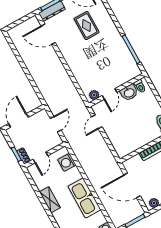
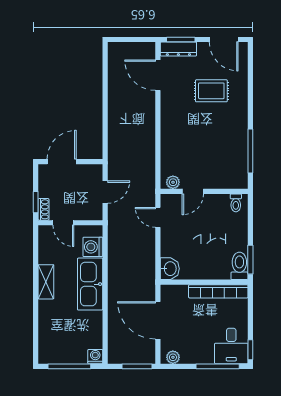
rug: (87, 26) -> (211, 91), turned 90
washbasin: (129, 93) -> (170, 269), moved, turned -90
door: (97, 122) -> (158, 217), hinge flipped
door: (40, 157) -> (63, 223), hinge flipped
kitchen sink: (84, 198) -> (90, 284), moved

